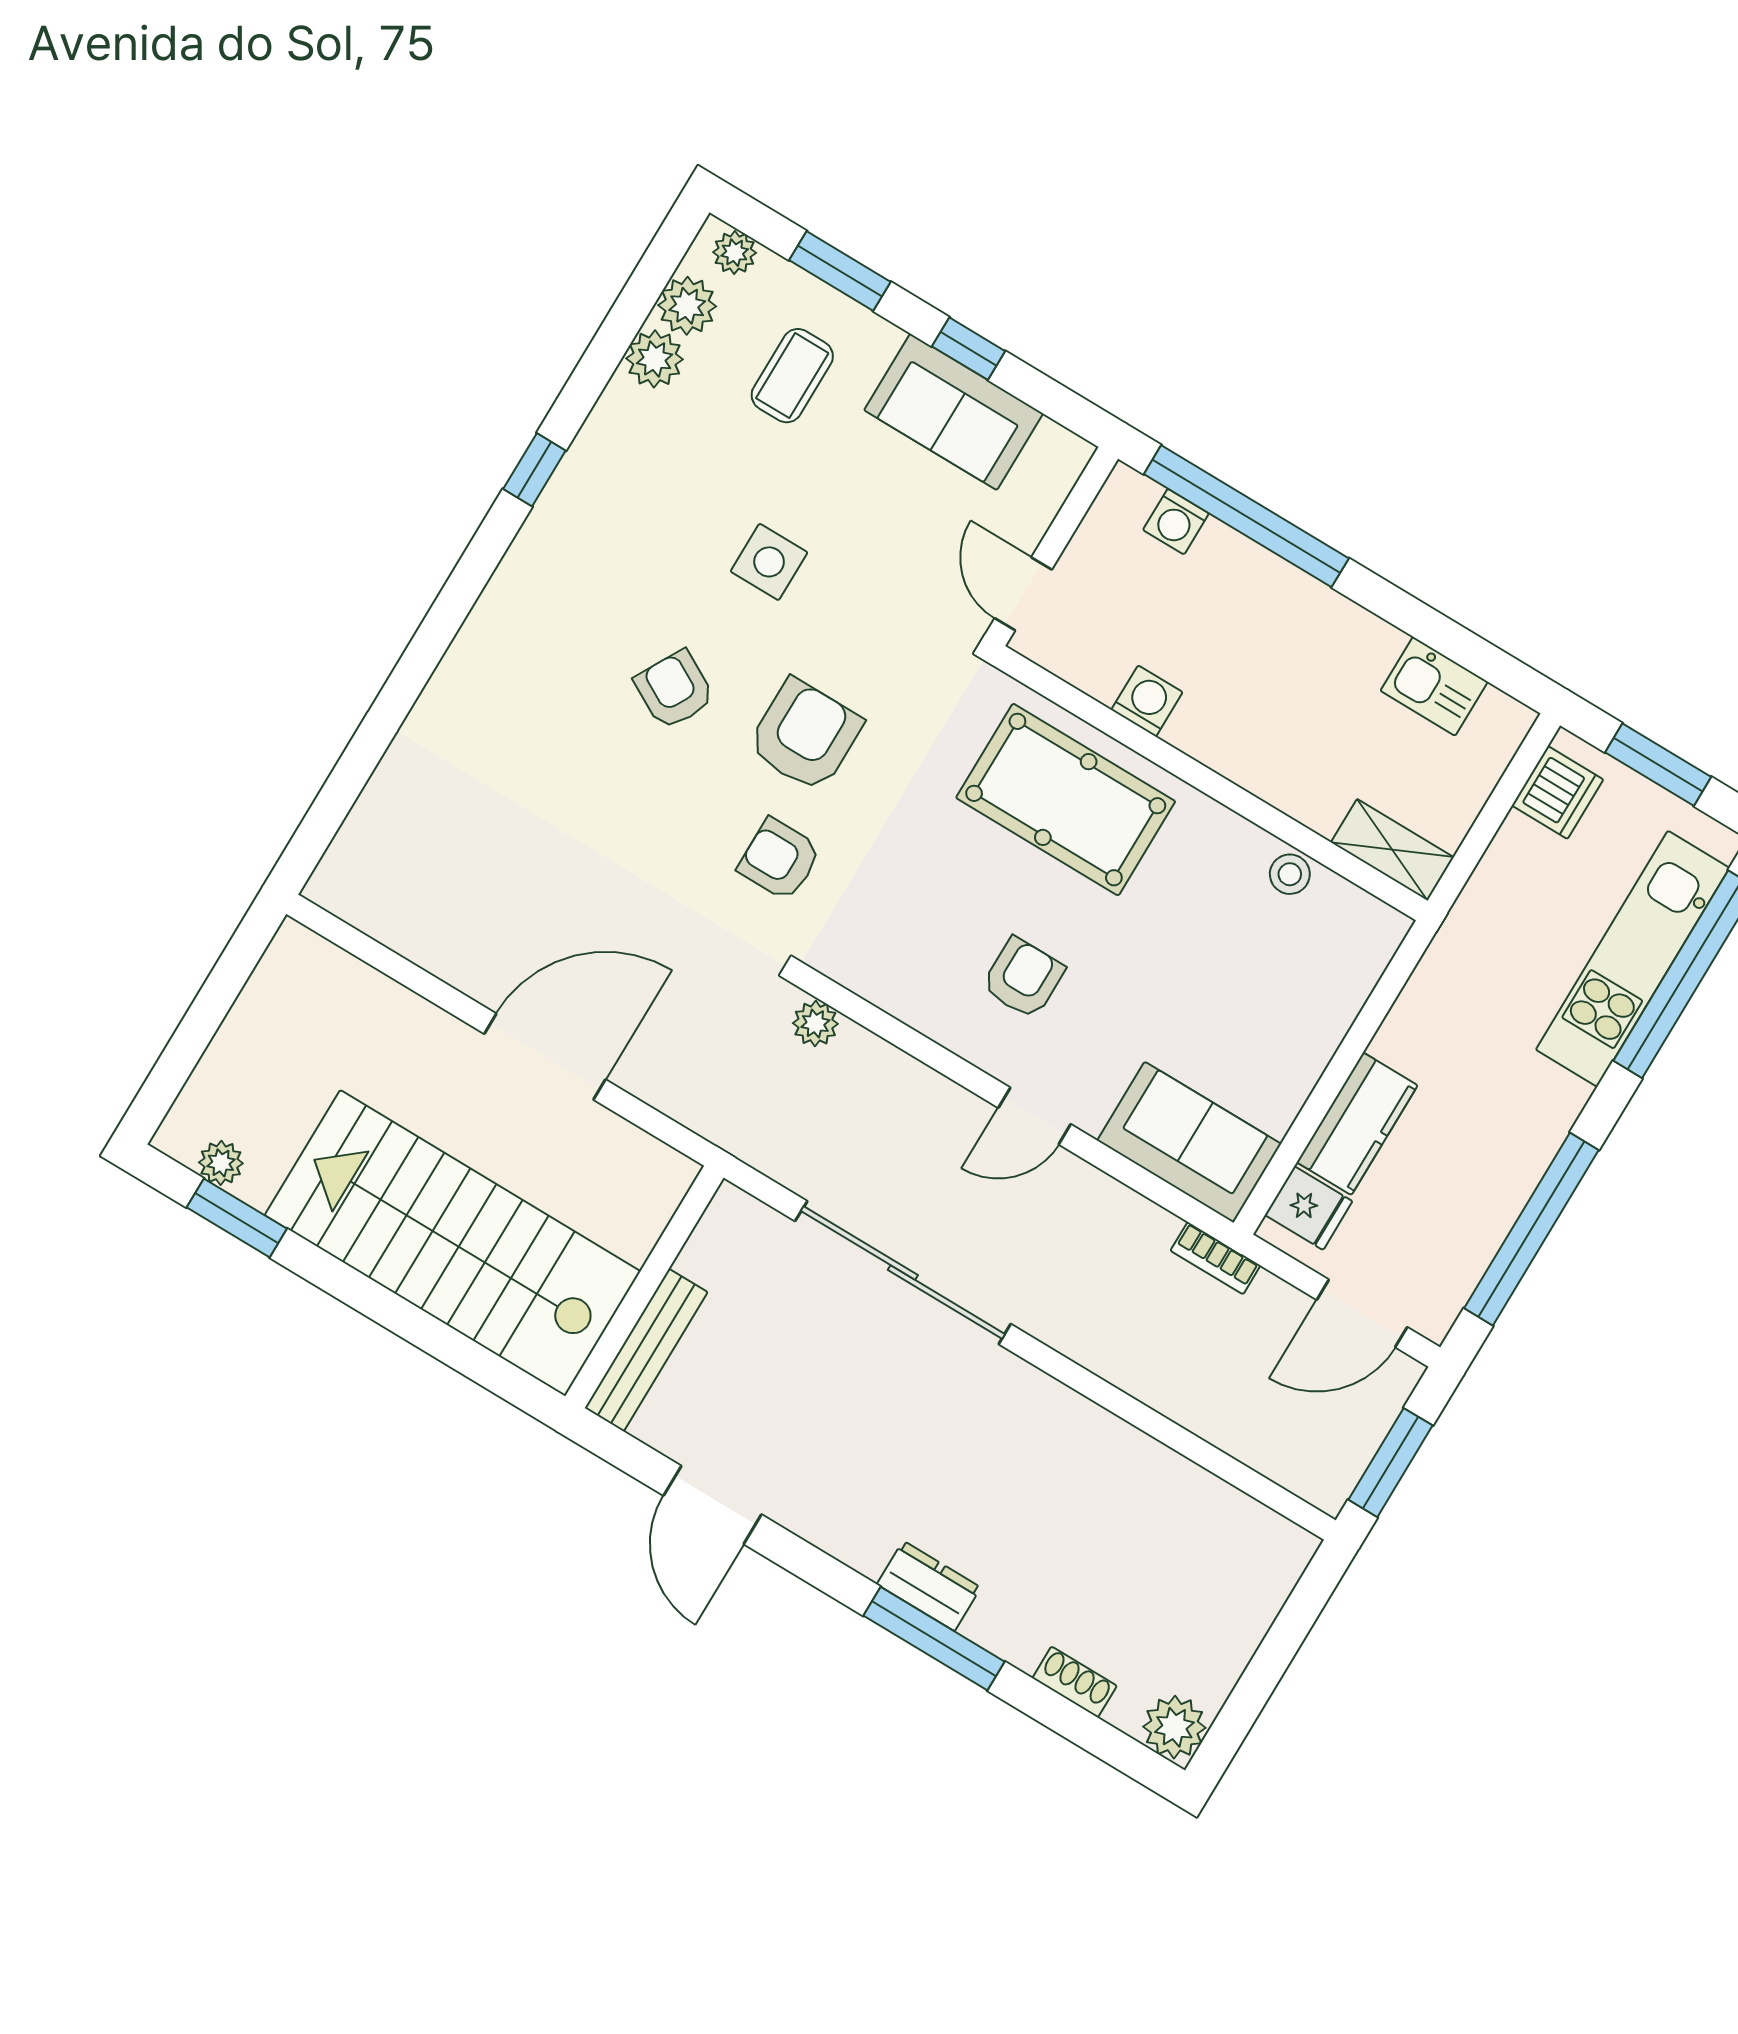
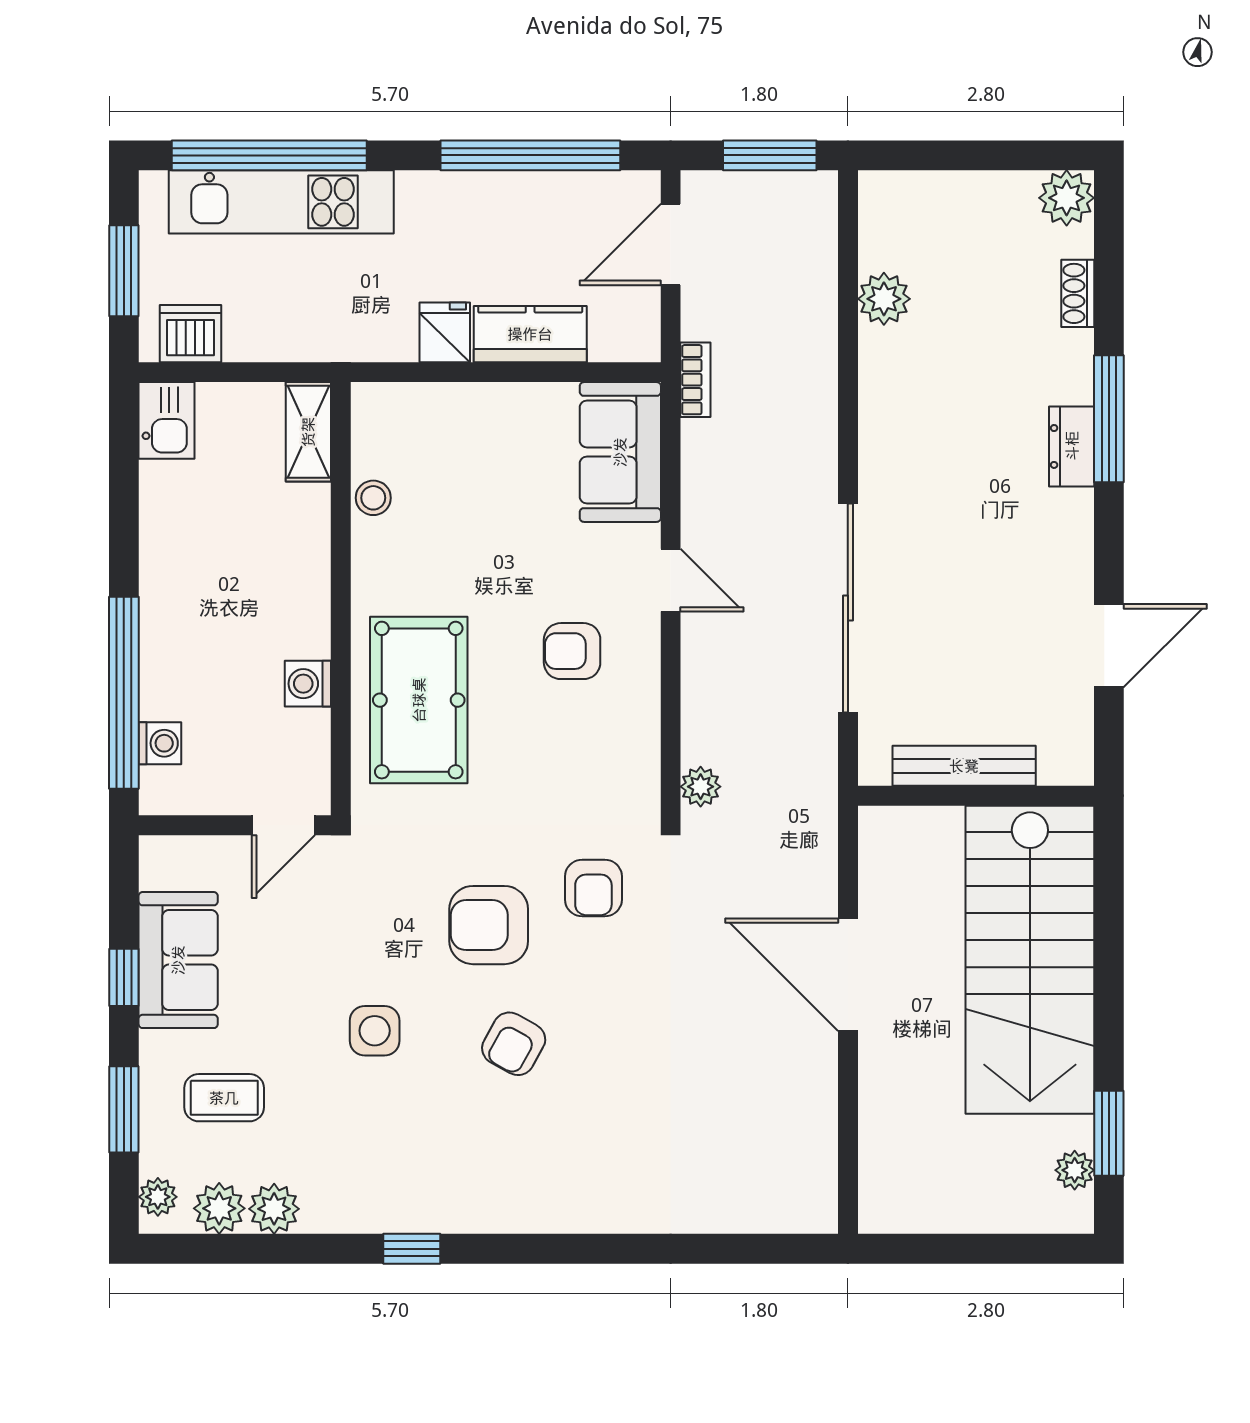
kitchen sink: (1434, 686) -> (167, 420), moved
fridge: (1309, 1208) -> (445, 332), moved
door: (1362, 1313) -> (671, 244), swing flipped
bench: (646, 1350) -> (964, 766), moved
plant: (1183, 1490) -> (884, 299), added

